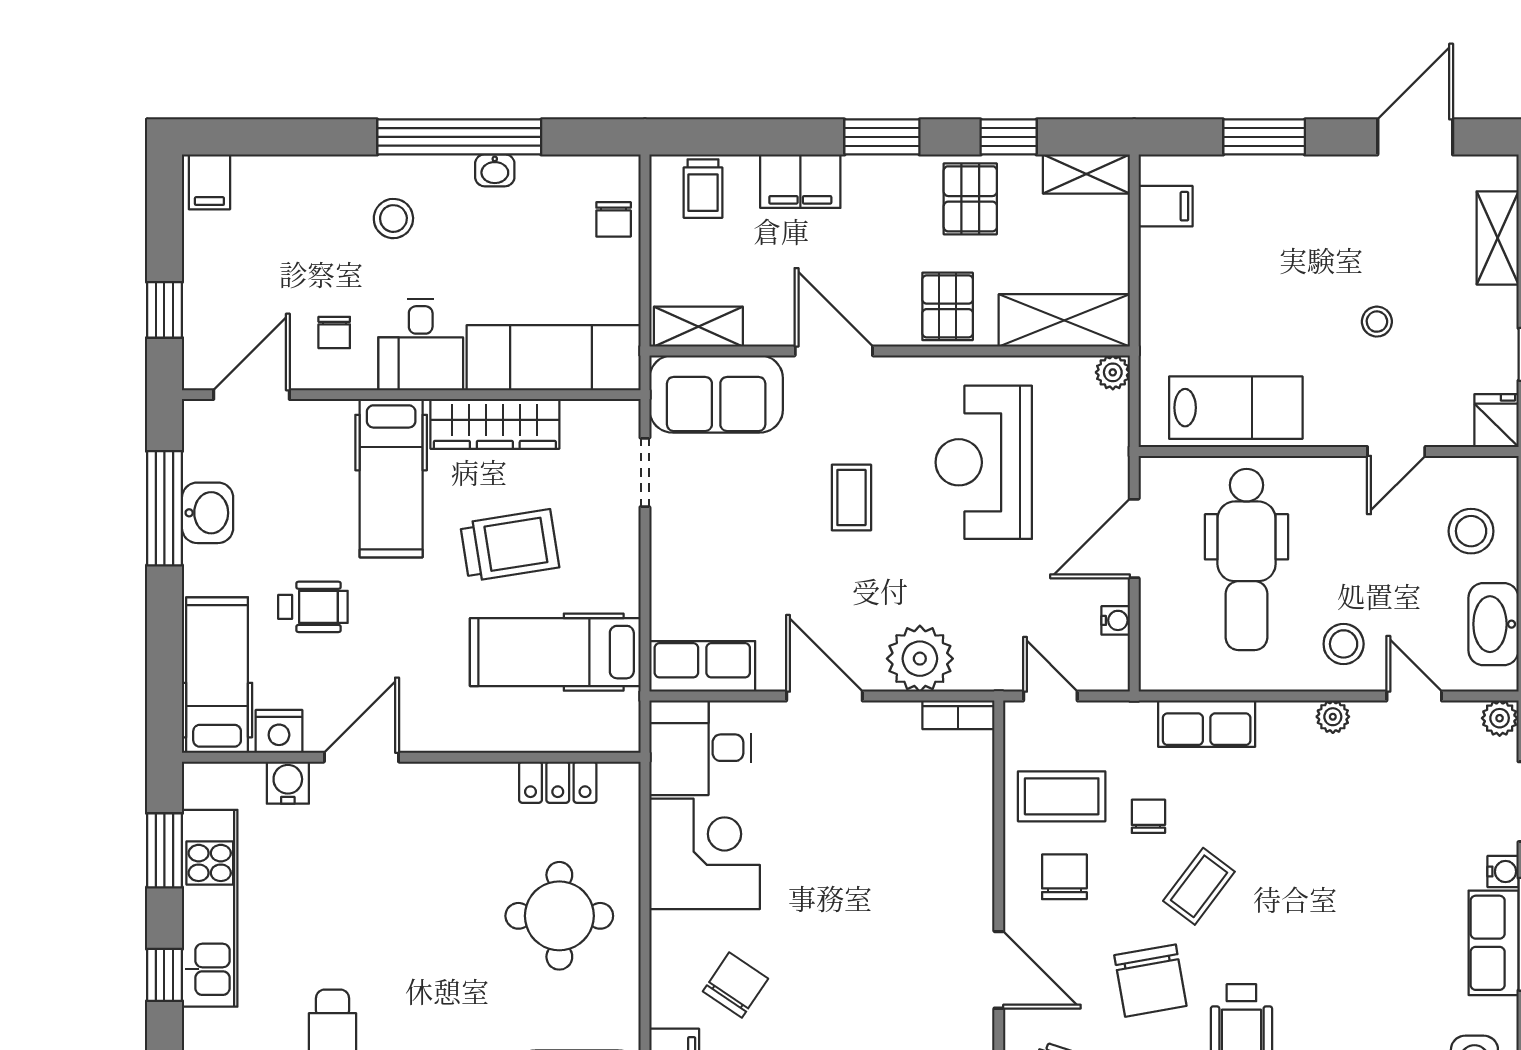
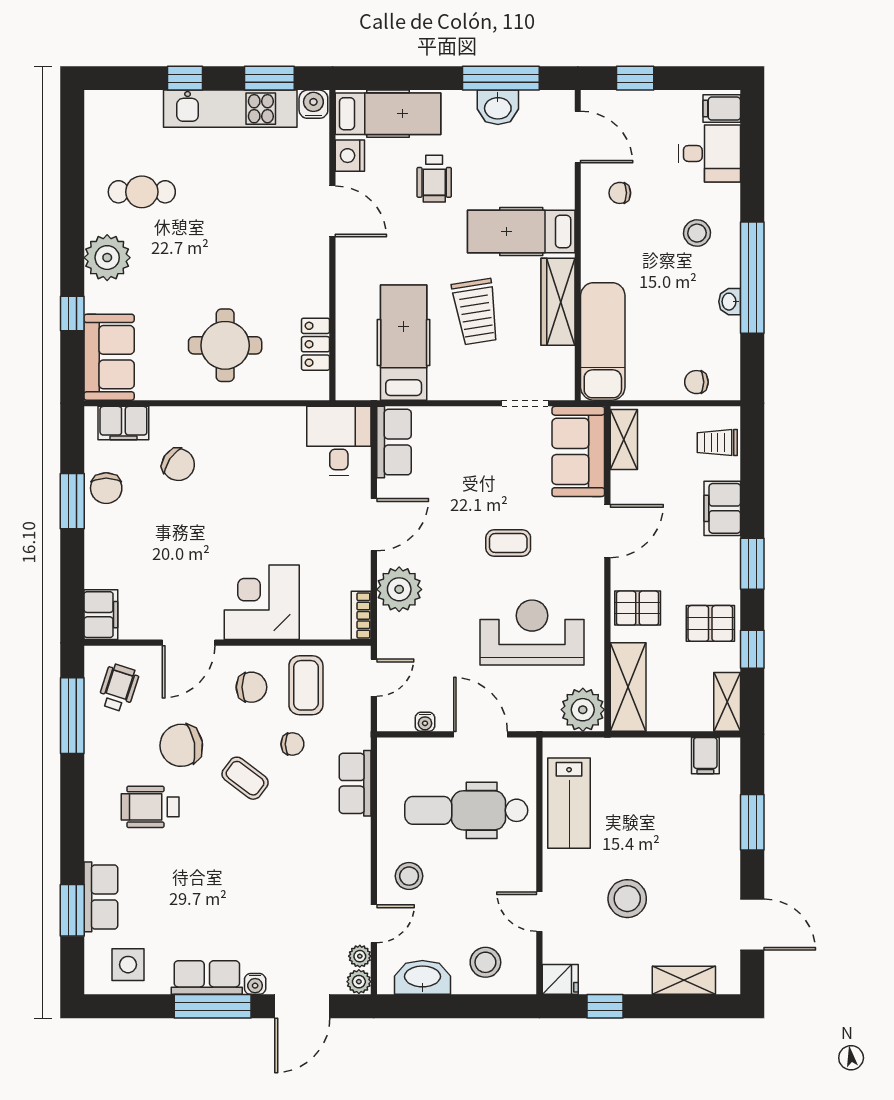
stool: (1377, 322) -> (627, 899), width x1.89, depth x1.89
desk: (421, 345) -> (709, 153), moved, turned 180
plant: (1113, 372) -> (583, 710), width x1.87, depth x1.87
plant: (1333, 717) -> (360, 956), moved
water cooler: (288, 783) -> (313, 104), moved, turned -90
corner desk: (705, 854) -> (262, 602), moved, turned 180

